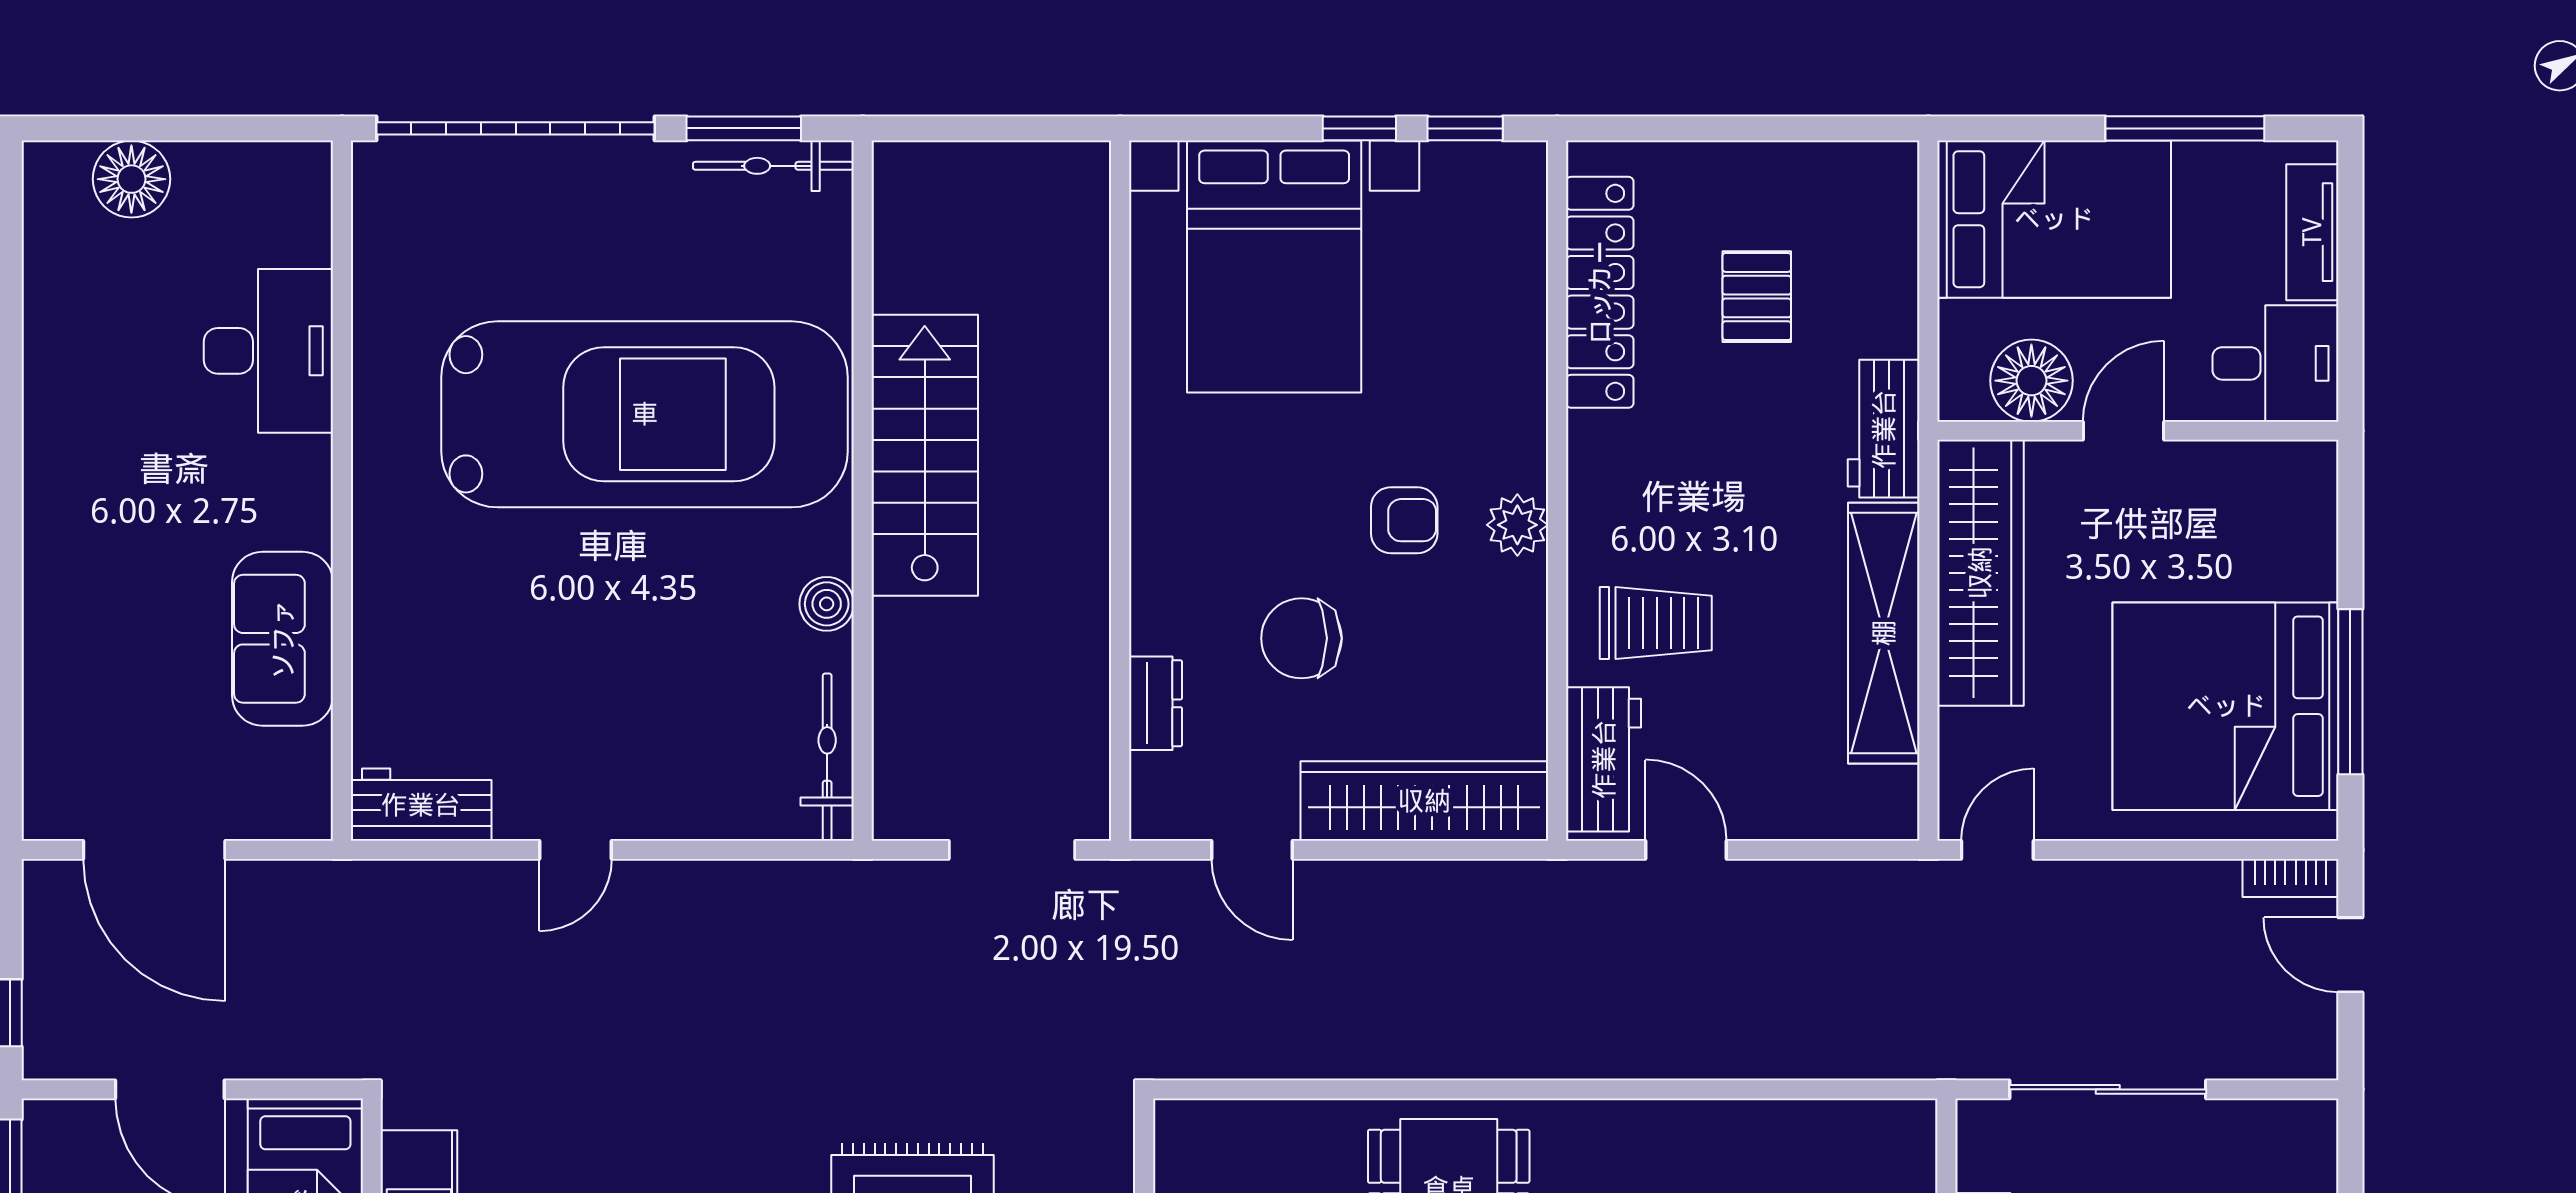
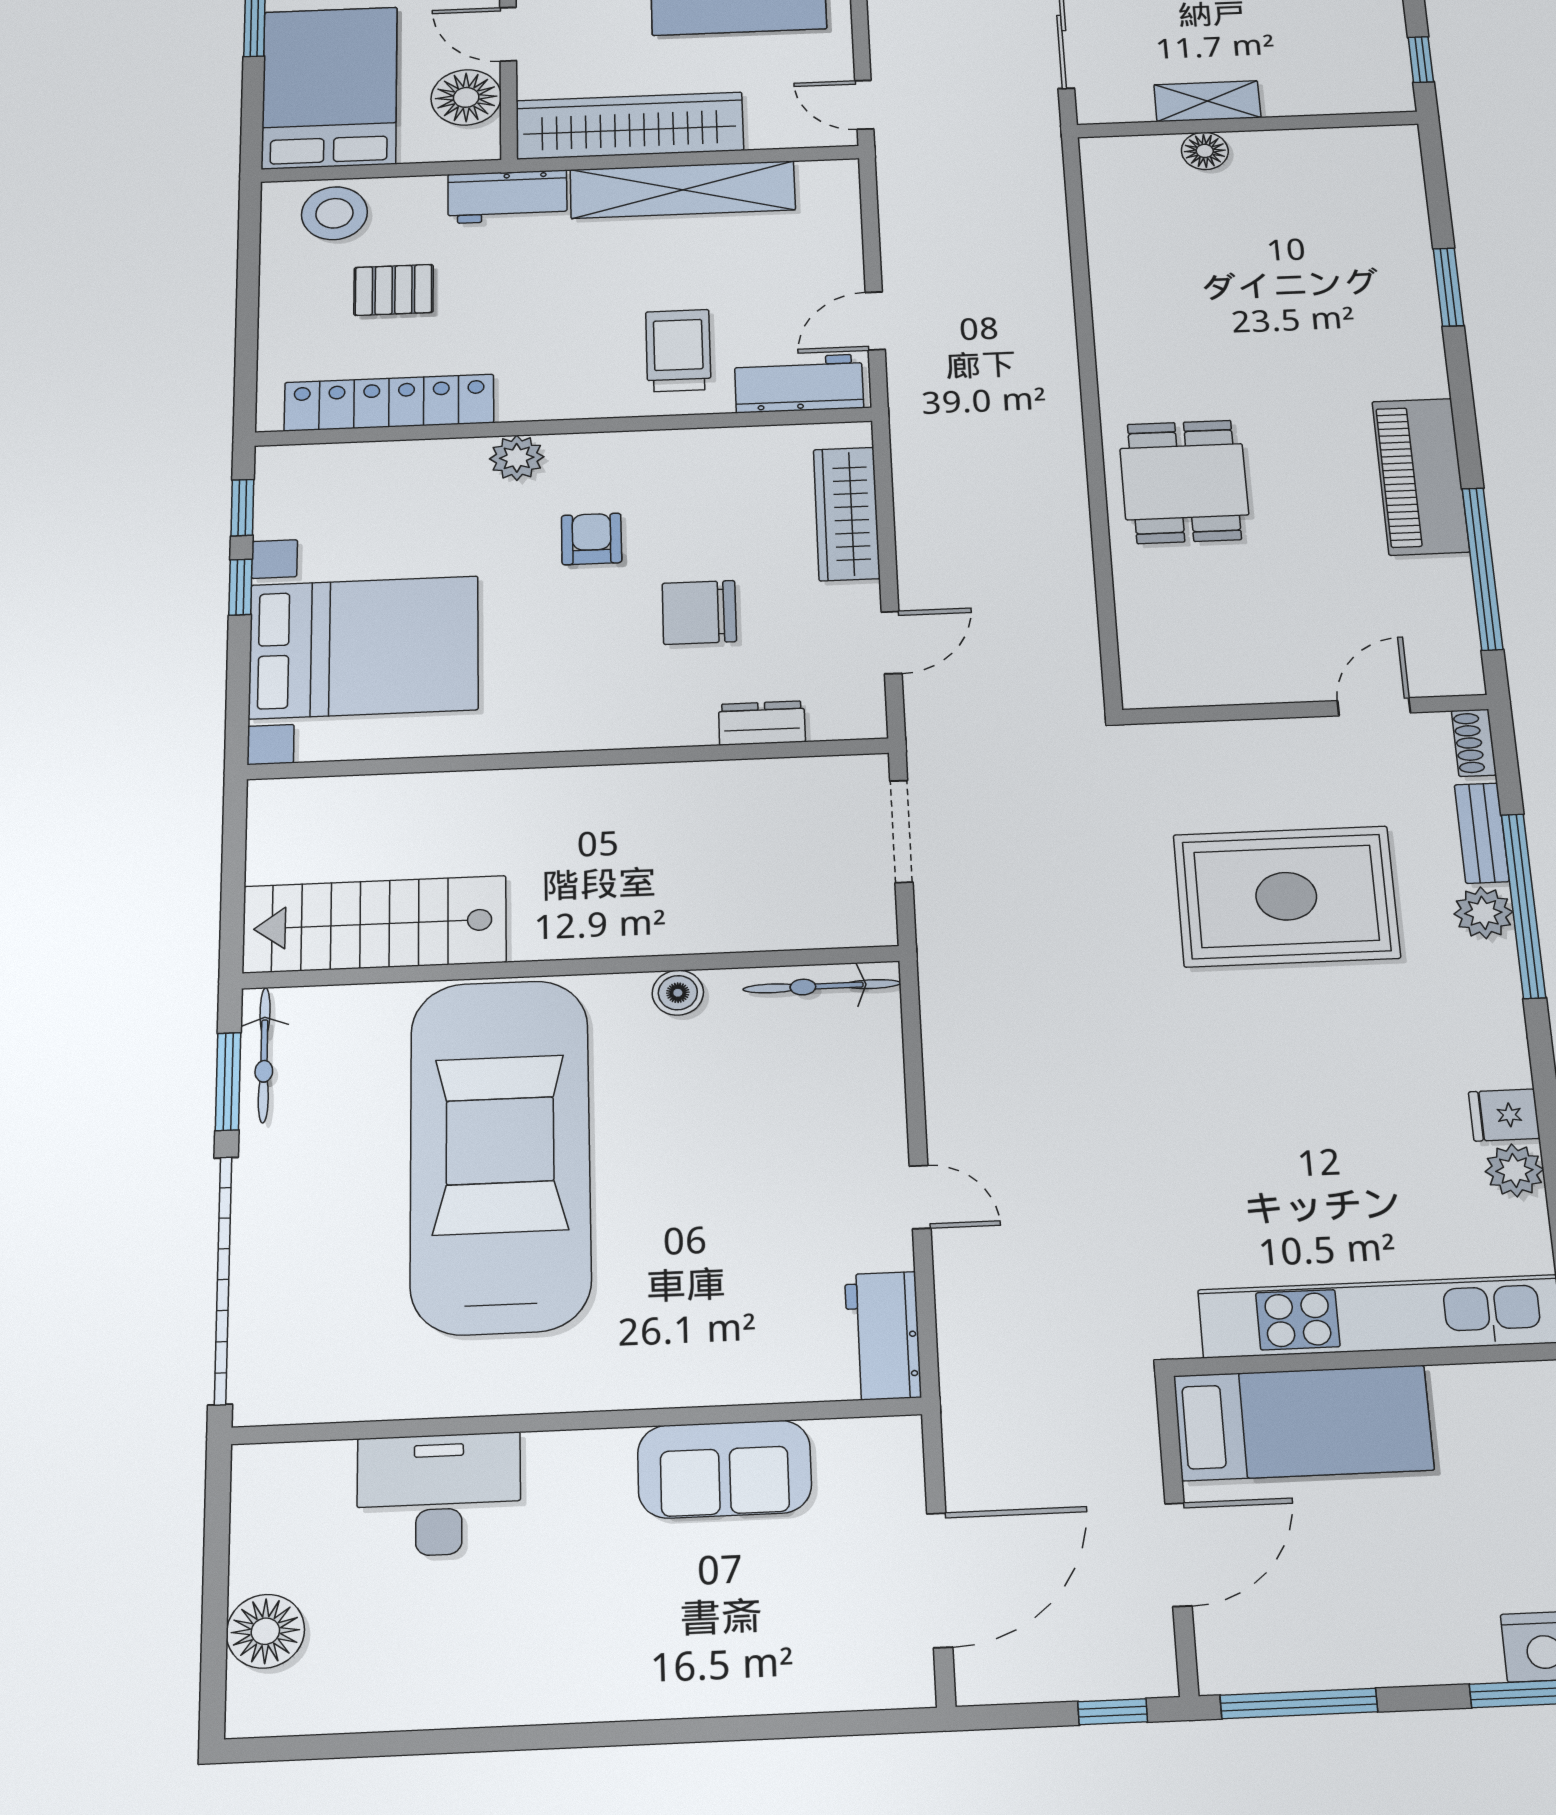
stool: (1870, 227) -> (334, 213), added
stairs: (925, 455) -> (374, 924), moved
plant: (1517, 525) -> (517, 458), moved
chair: (1301, 638) -> (699, 612), turned 90
wardrobe: (1424, 801) -> (847, 514), width x0.71, depth x0.85

